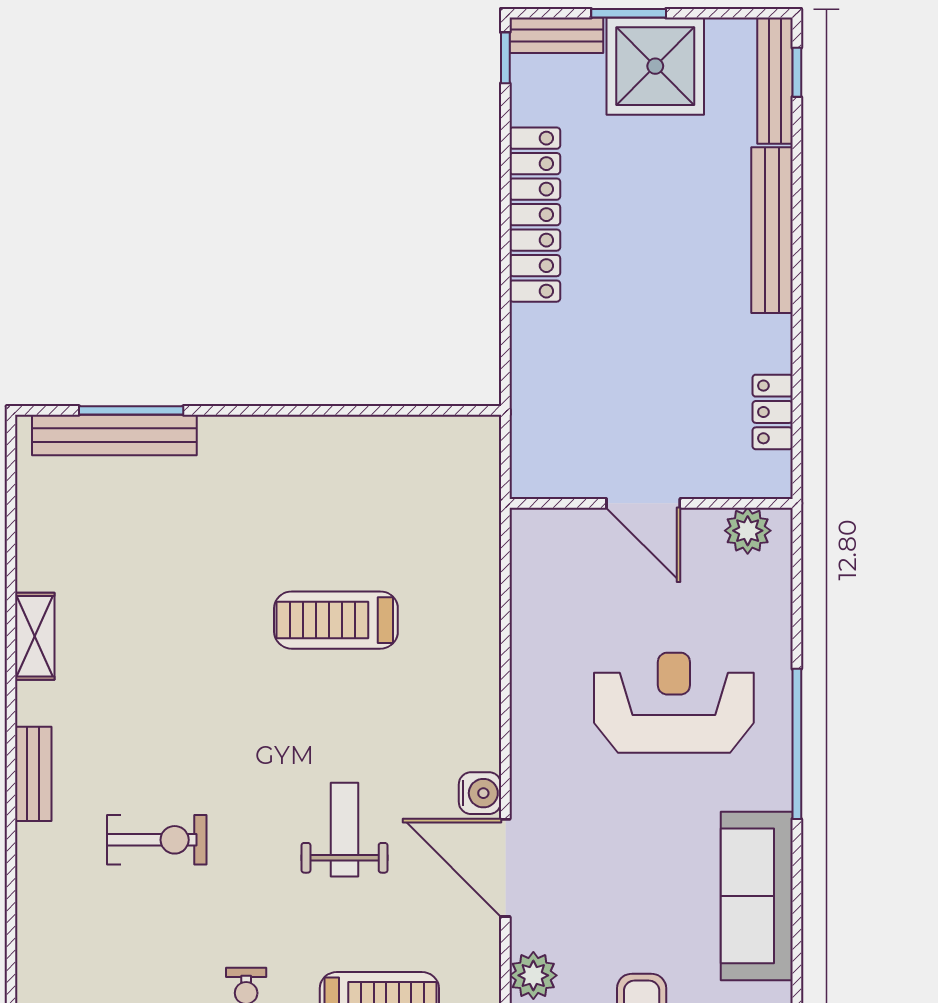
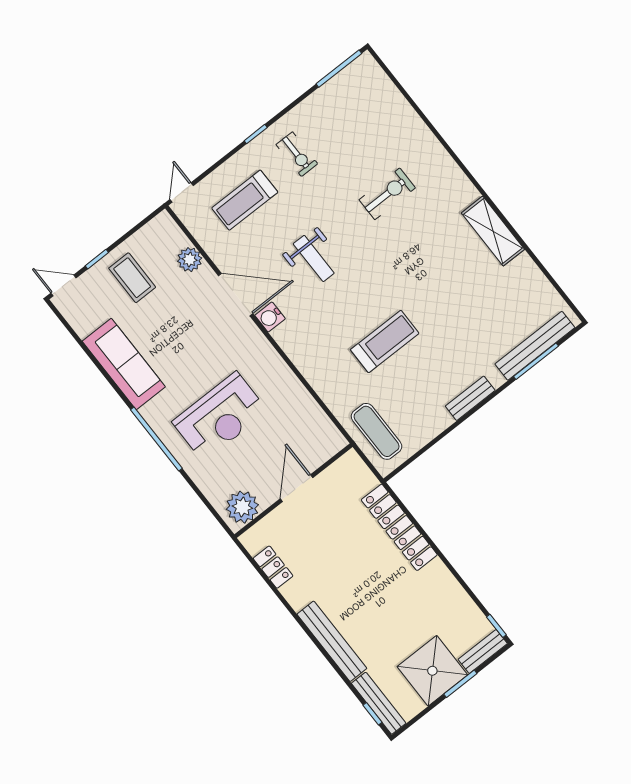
locker: (535, 215) -> (399, 527), moved
exercise mat: (455, 494) -> (377, 431), added
door: (643, 503) -> (297, 488), hinge flipped
plant: (748, 531) -> (242, 507), width x1.36, depth x1.36
shelving: (35, 636) -> (493, 231), width x1.50, depth x1.33
bench: (33, 774) -> (470, 398), moved, turned 90
exercise bike: (157, 840) -> (387, 194), turned 180

